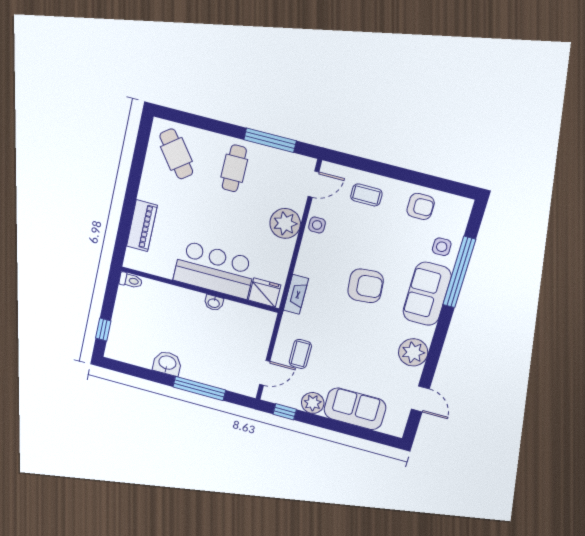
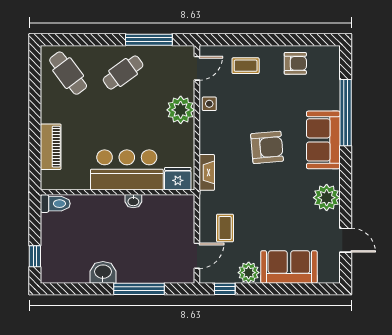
cafe table: (234, 168) -> (123, 72), turned 54
side table: (442, 247) -> (324, 94), removed
toilet: (131, 280) -> (55, 204), width x1.37, depth x1.39

